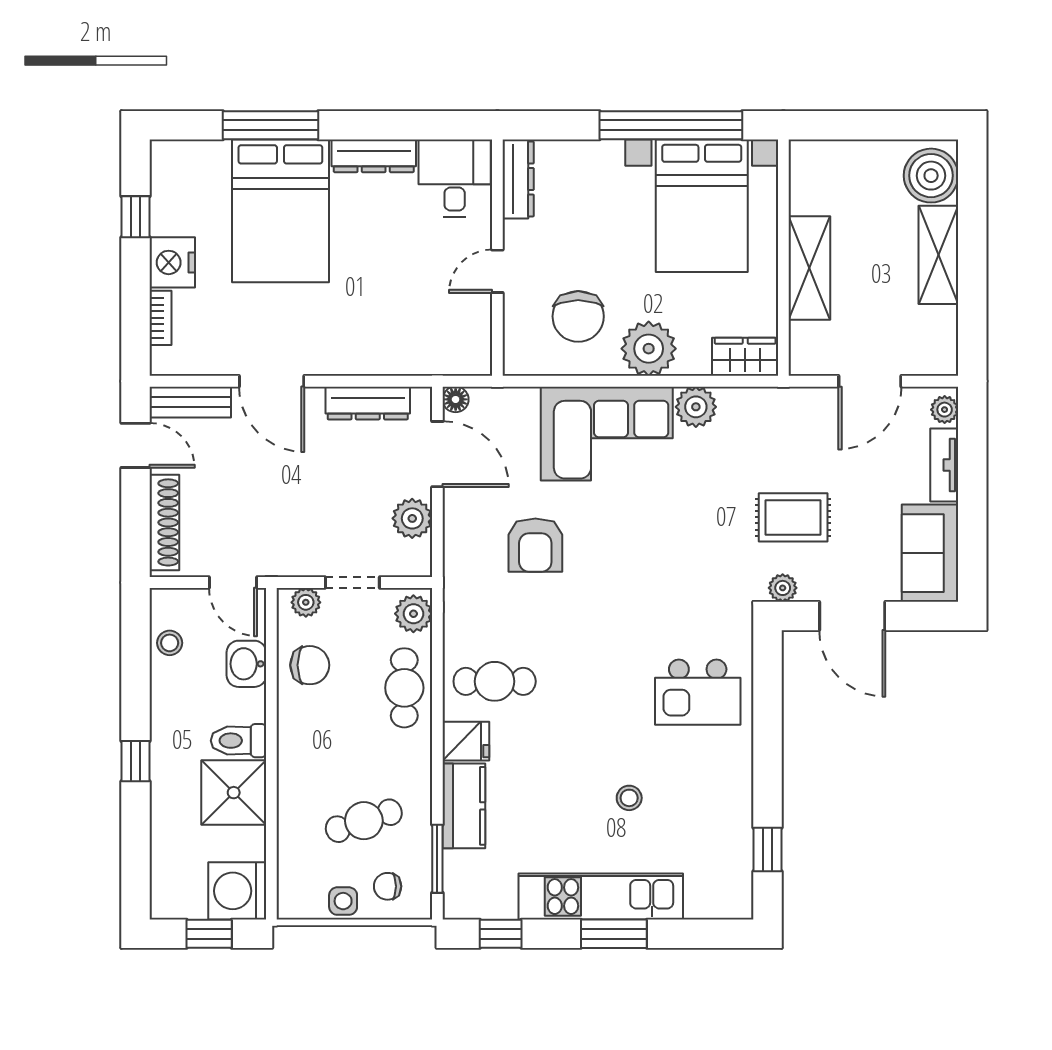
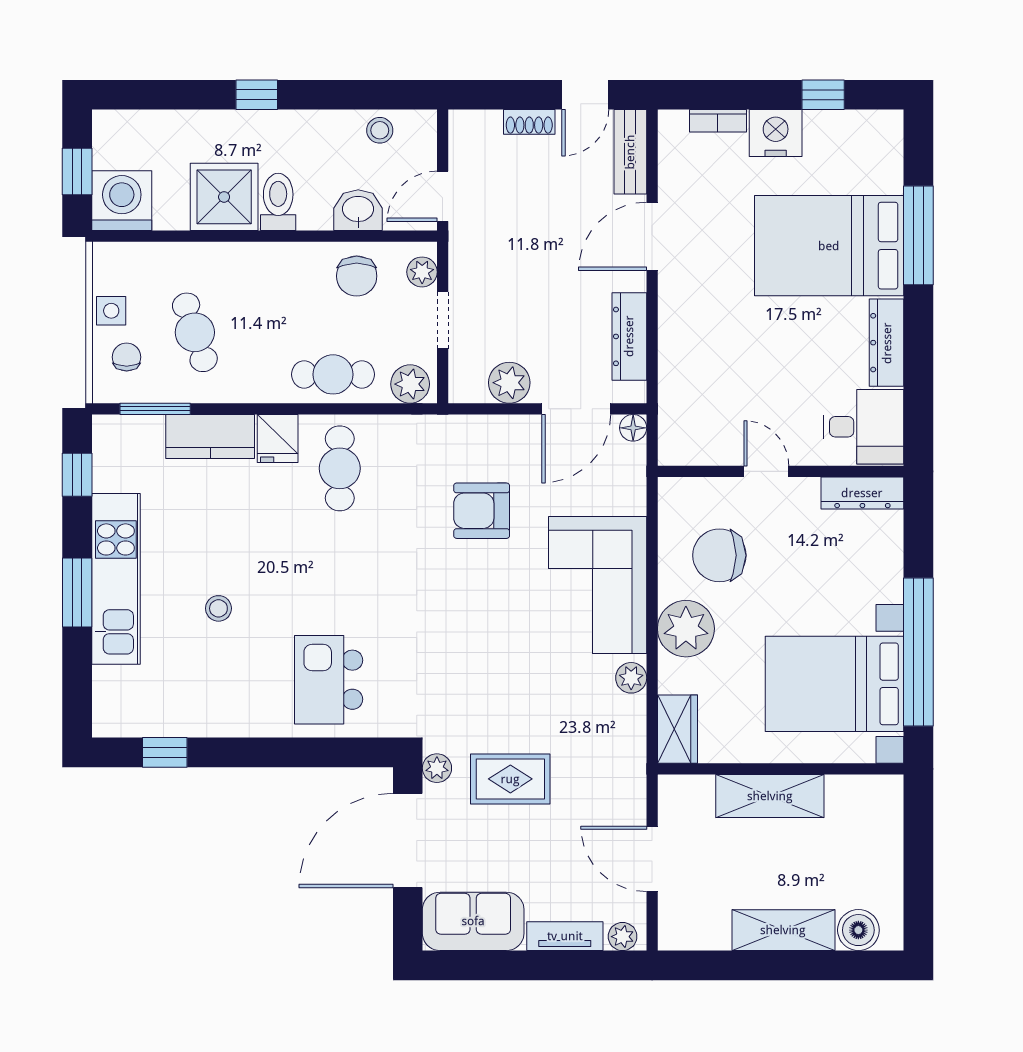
boiler: (931, 176) -> (858, 930), width x0.73, depth x0.73
plant: (696, 407) -> (631, 678), width x0.73, depth x0.73
rug: (793, 517) -> (510, 779), turned 90
shoe rack: (164, 522) -> (529, 122), width x0.51, depth x0.81
door: (852, 616) -> (408, 841), width x1.36

